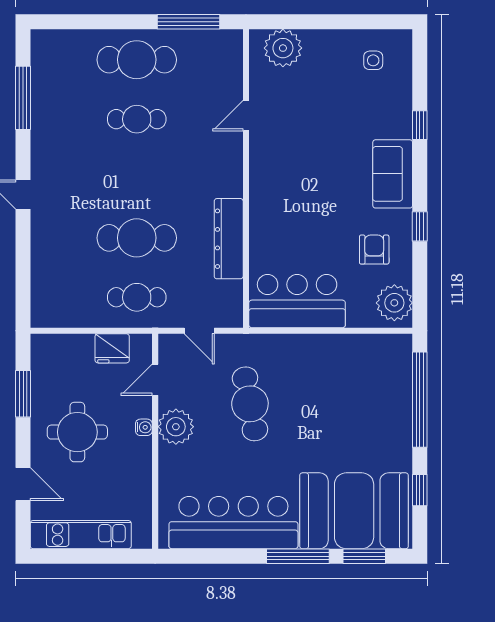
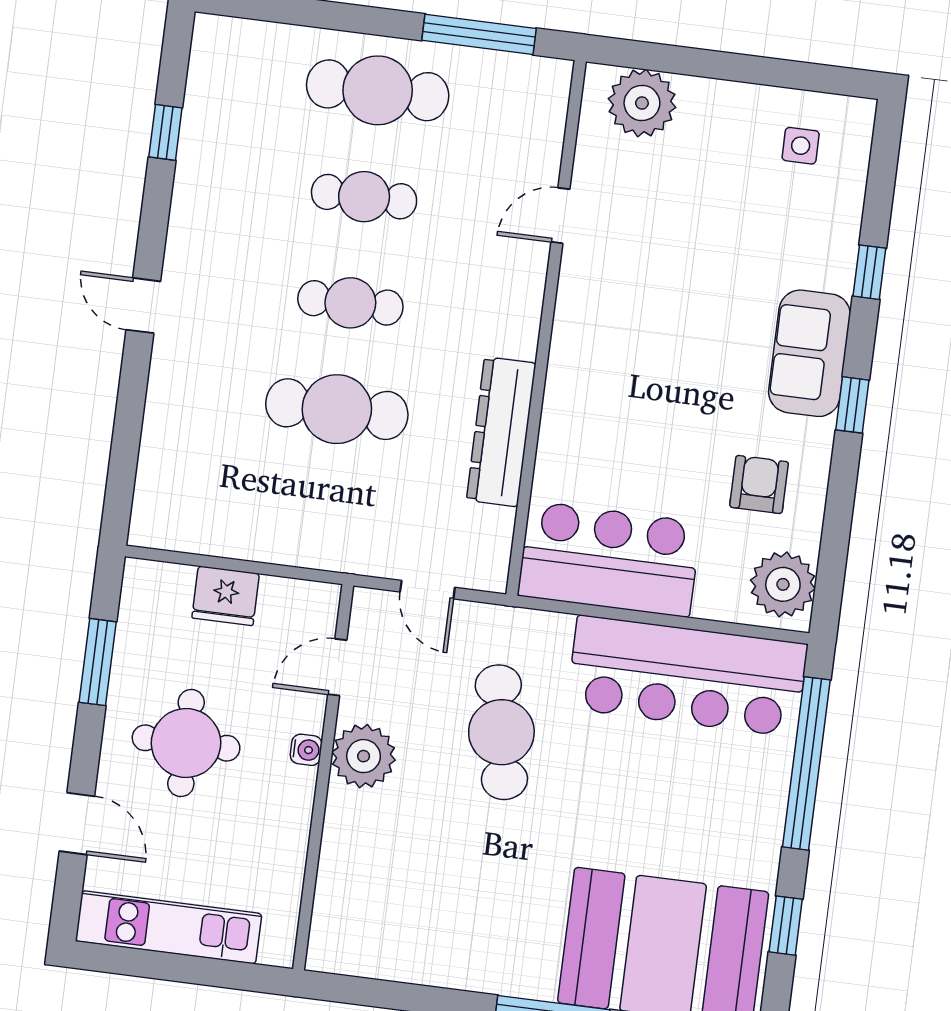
window: (23, 98) -> (165, 132), width x0.46
window: (420, 226) -> (852, 405), moved
cafe table: (137, 297) -> (350, 303), moved
fridge: (112, 348) -> (226, 596), moved
bar counter: (233, 523) -> (687, 676), moved, turned 180

